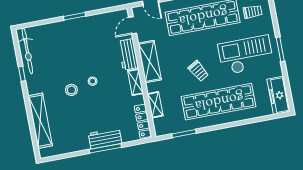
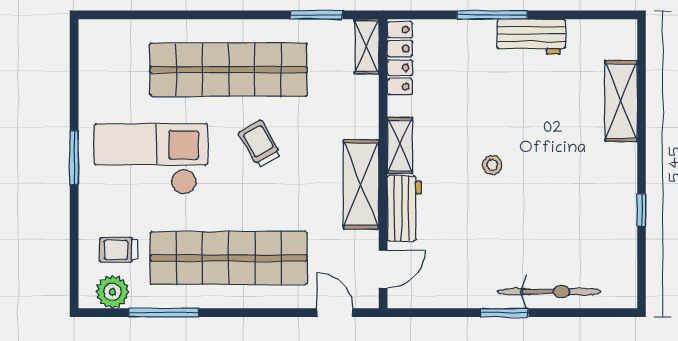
bicycle: (27, 51) -> (549, 292), moved, turned 90
checkout: (246, 55) -> (151, 159), turned 180
stool: (71, 90) -> (541, 155), removed
freezer: (278, 95) -> (97, 59), removed
shelving: (155, 105) -> (367, 46), moved
shelving: (40, 121) -> (621, 101), width x0.68
workbench: (105, 138) -> (531, 37), moved

